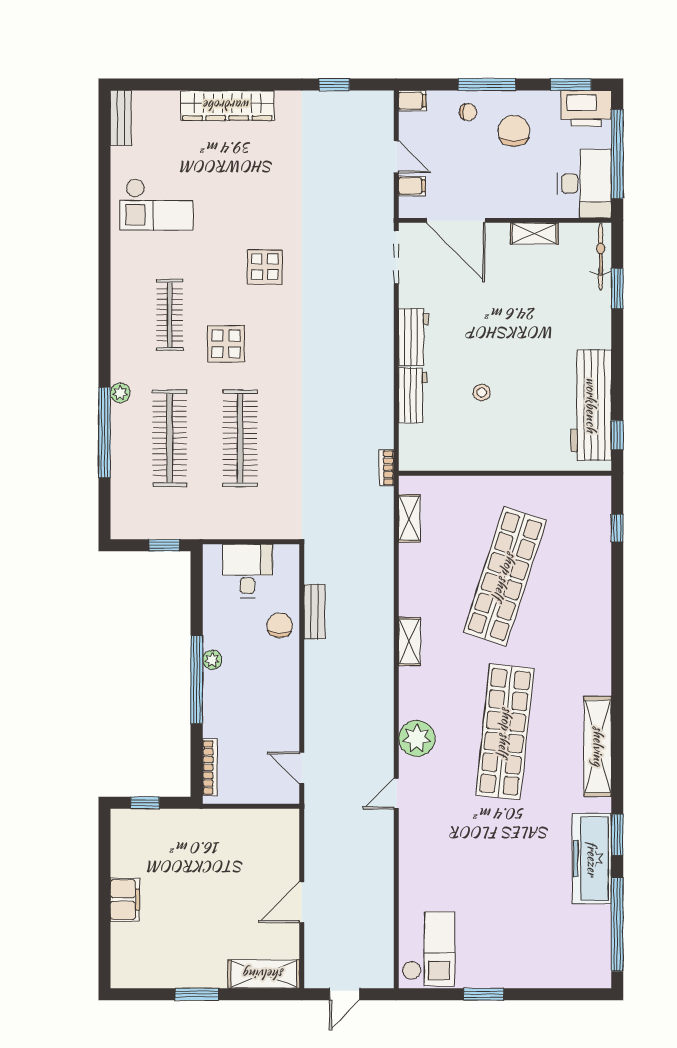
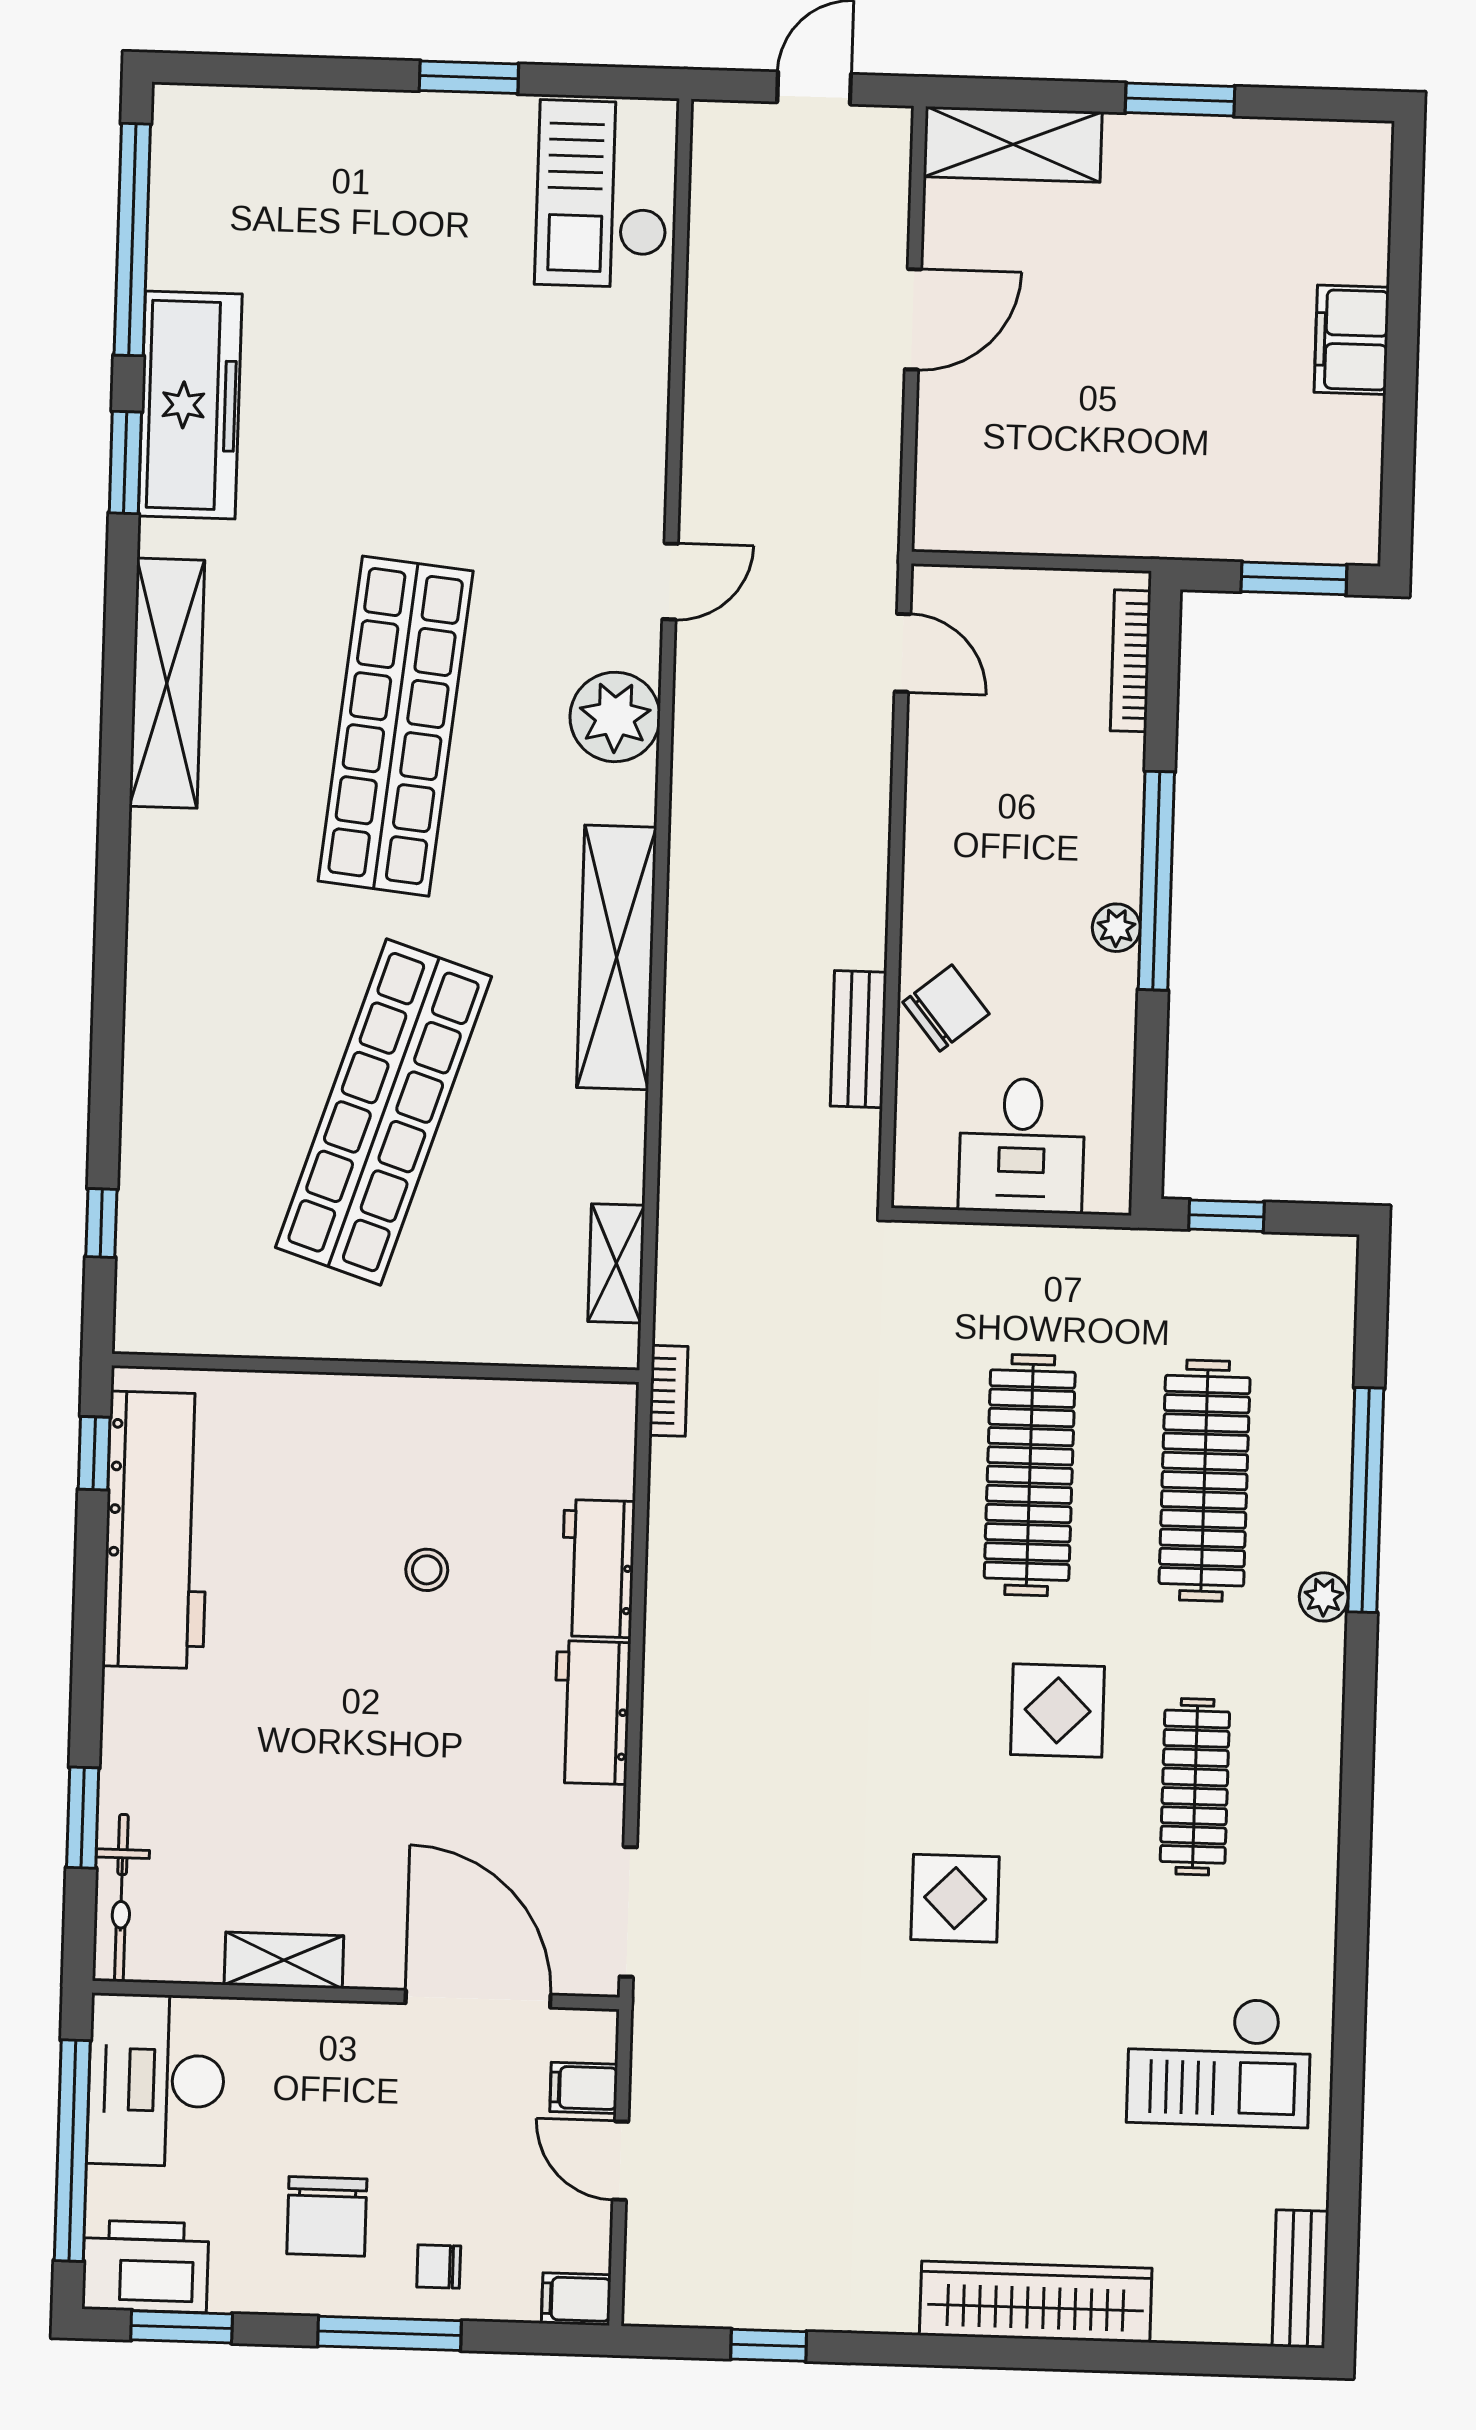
checkout: (156, 204) -> (1219, 2062), turned 180
chair: (280, 625) -> (946, 1008), turned -133
shelving: (409, 642) -> (617, 957), width x2.20, depth x1.33
window: (145, 803) -> (1294, 578), width x1.50

